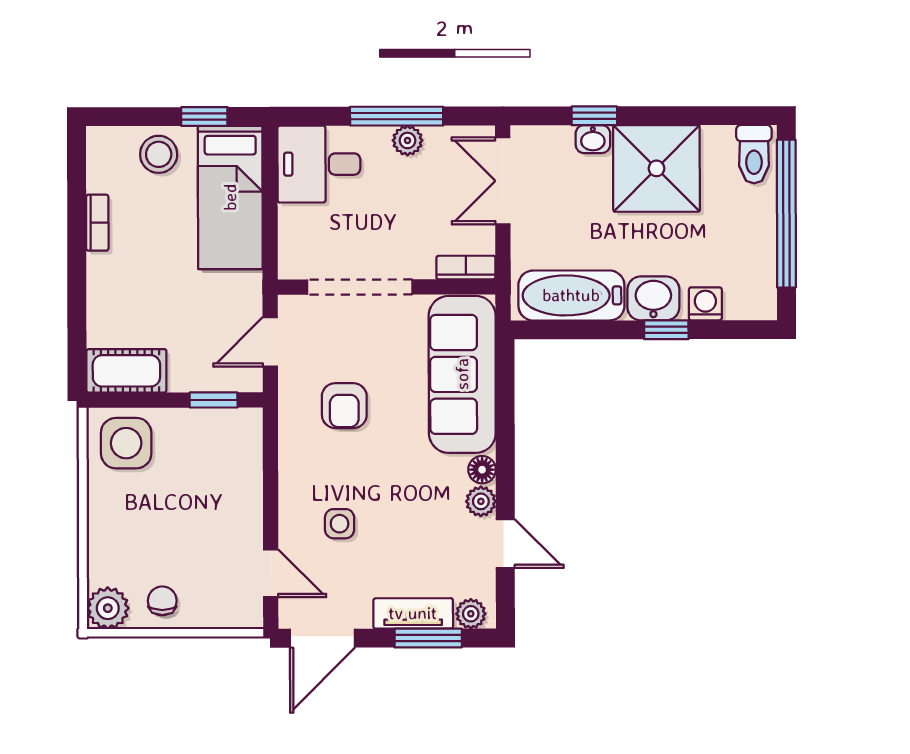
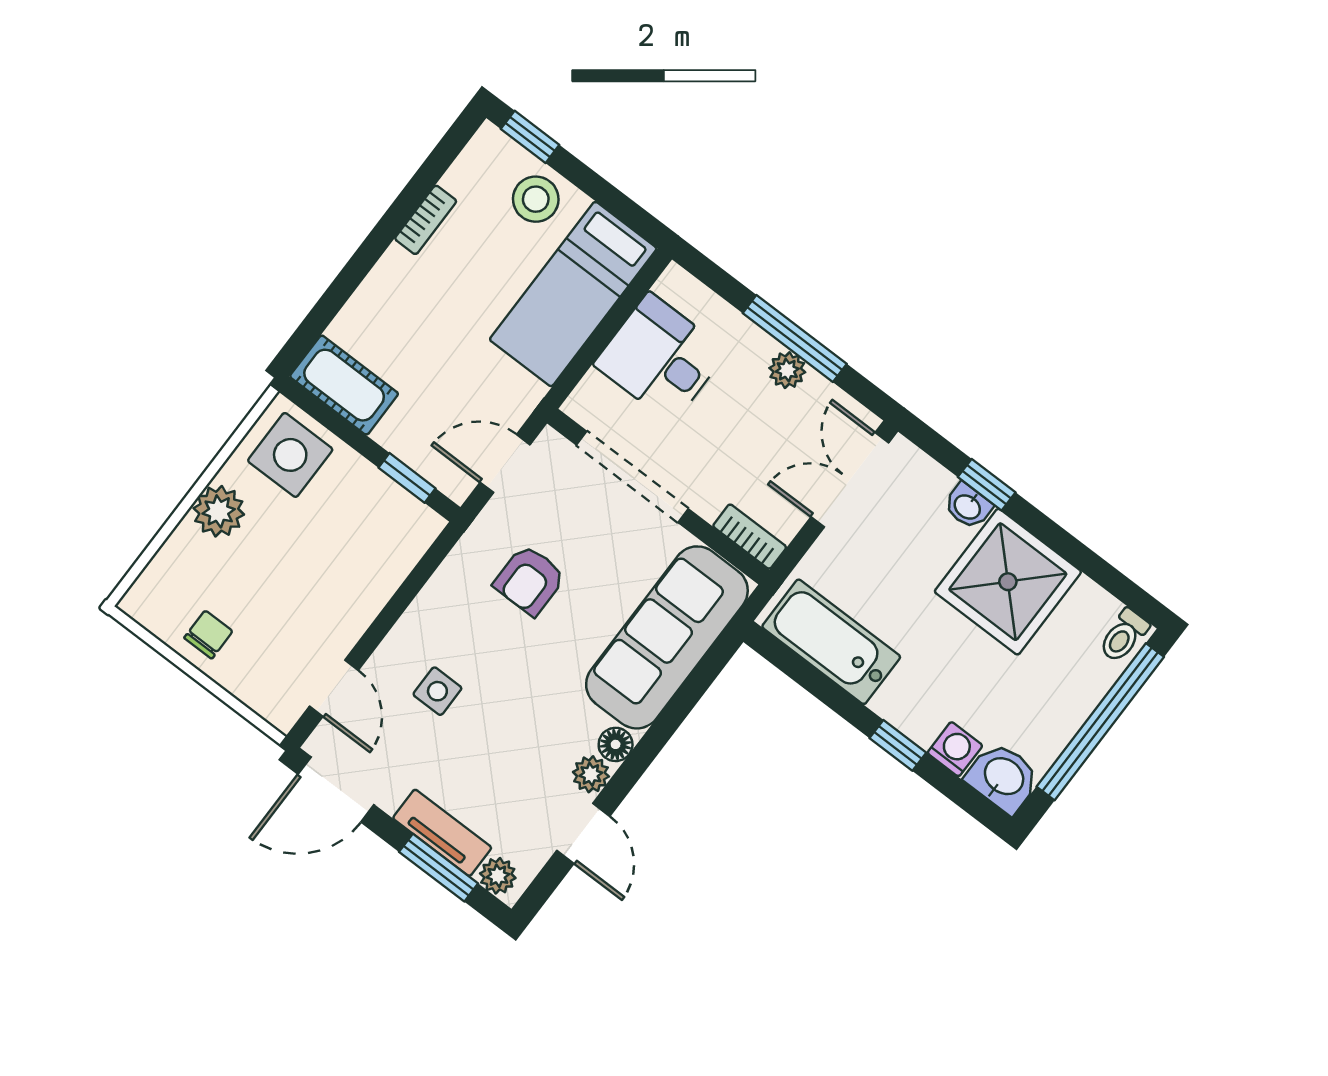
window: (204, 116) -> (530, 137), moved
toilet: (754, 154) -> (1124, 636), width x0.73, depth x0.72
desk: (319, 164) -> (660, 358), moved
washbasin: (653, 298) -> (1003, 777), moved
plant: (108, 608) -> (219, 511), moved

